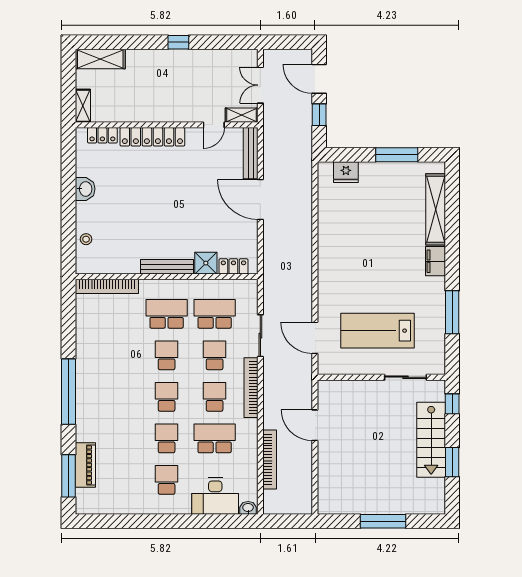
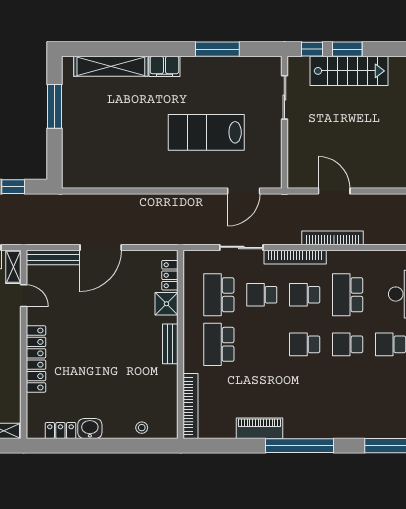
locker: (102, 135) -> (60, 431), moved, turned -90
fridge: (346, 172) -> (72, 159), removed
bench: (167, 267) -> (170, 344), width x0.73
lab bench: (377, 331) -> (206, 132), moved, turned 90
school desk: (167, 355) -> (262, 344), removed
door: (315, 425) -> (334, 191), swing flipped
bookcase: (270, 459) -> (333, 238), moved
window: (452, 462) -> (347, 49), moved
piano: (85, 465) -> (260, 428), moved

